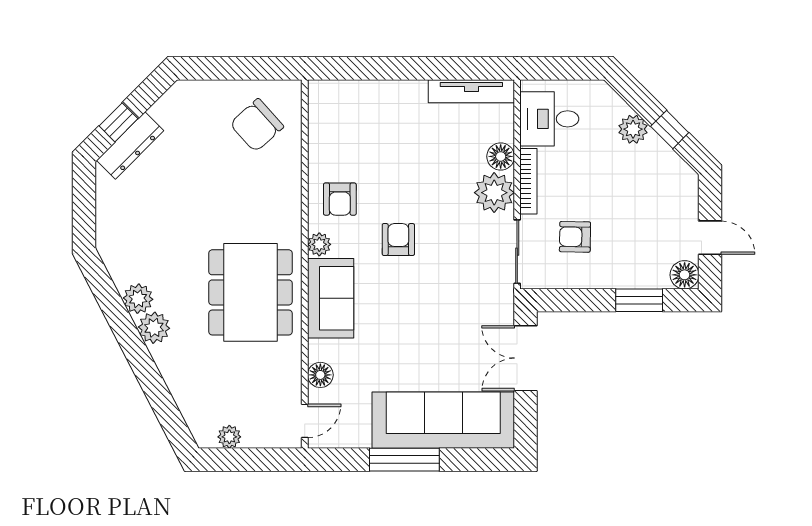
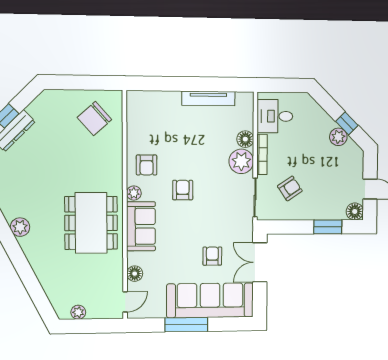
tv unit: (471, 91) -> (208, 98), moved
plant: (633, 129) -> (338, 137), moved
armchair: (575, 237) -> (290, 188), turned 145
plant: (154, 328) -> (30, 245), removed
armchair: (447, 347) -> (212, 256), added

